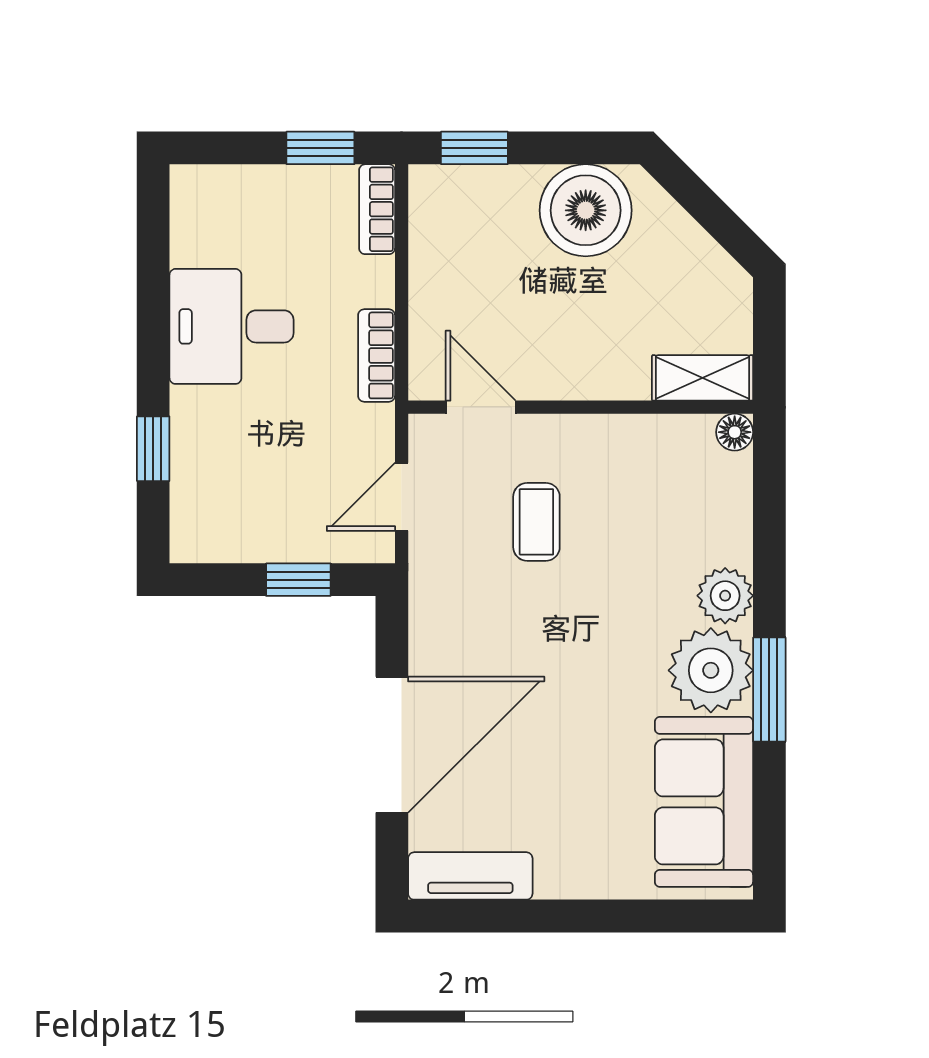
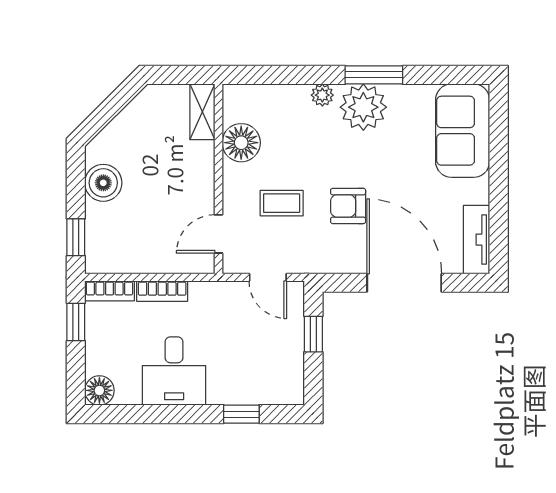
floor lamp: (196, 191) -> (99, 390), added
boiler: (586, 210) -> (103, 183), width x0.73, depth x0.73
bookcase: (377, 355) -> (162, 291), moved
floor lamp: (735, 432) -> (241, 143), moved, width x1.89, depth x1.89
plant: (725, 596) -> (322, 95), width x0.73, depth x0.73
armchair: (531, 643) -> (348, 206), added
sofa: (704, 802) -> (463, 131), moved, turned 90

